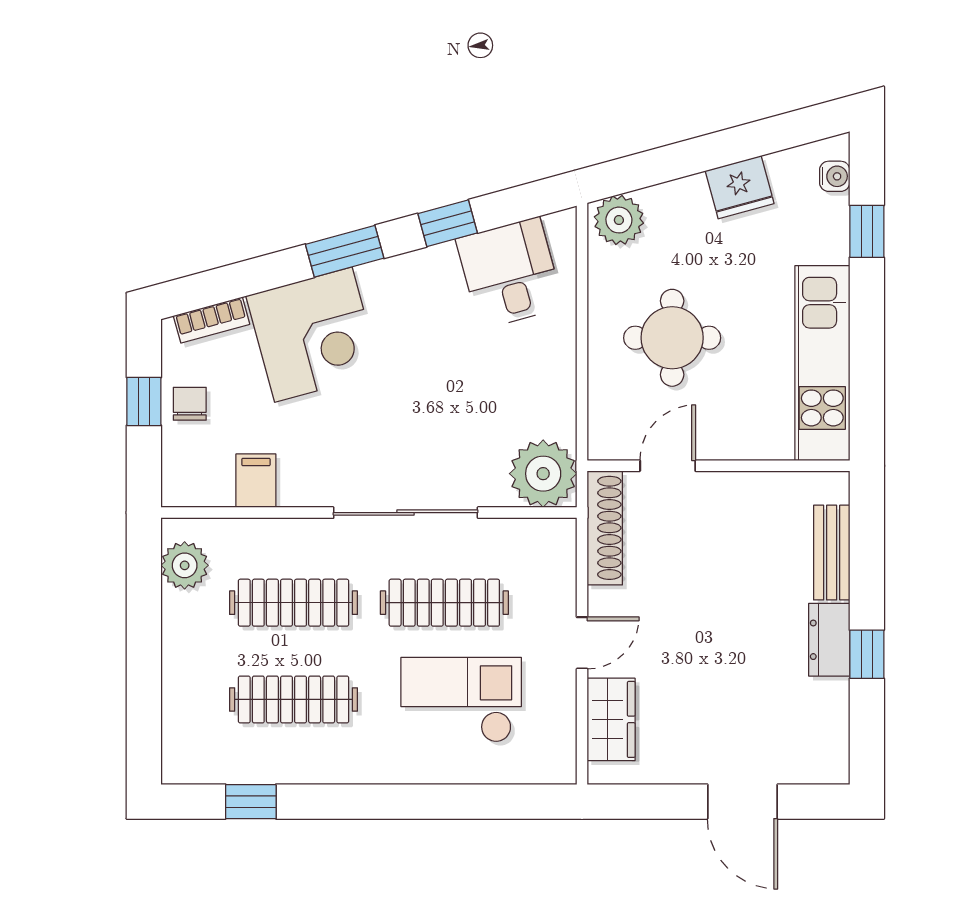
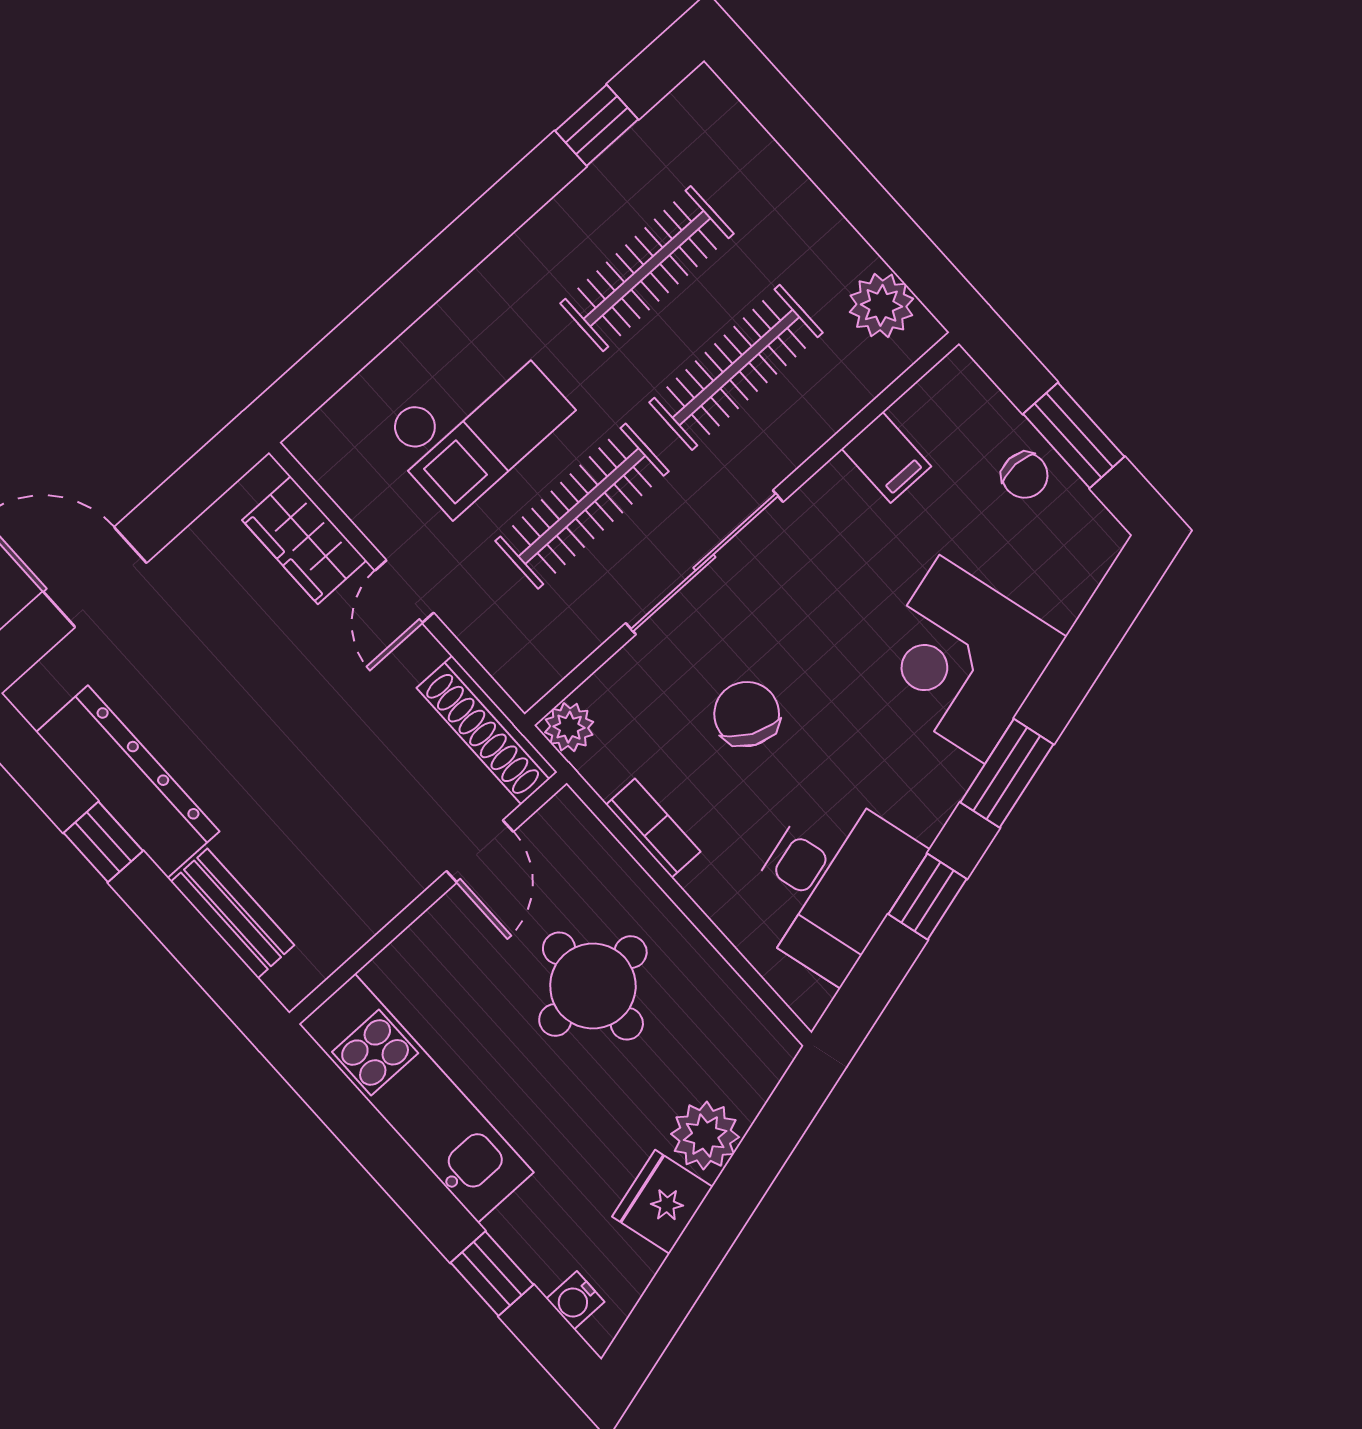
plant: (619, 220) -> (705, 1136), moved
desk: (510, 273) -> (830, 884), width x1.37
bookcase: (212, 320) -> (653, 828), moved, turned 105
window: (144, 401) -> (1074, 435), width x1.50
chair: (456, 410) -> (747, 714), added
plant: (543, 474) -> (569, 727), width x0.53, depth x0.53
dresser: (829, 640) -> (128, 782), width x1.96, depth x1.24

